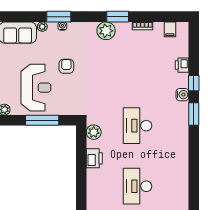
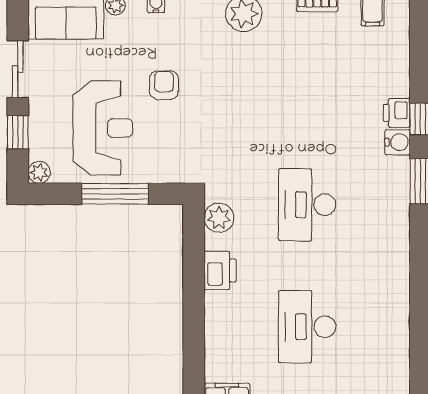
printer: (182, 65) -> (397, 113), moved

